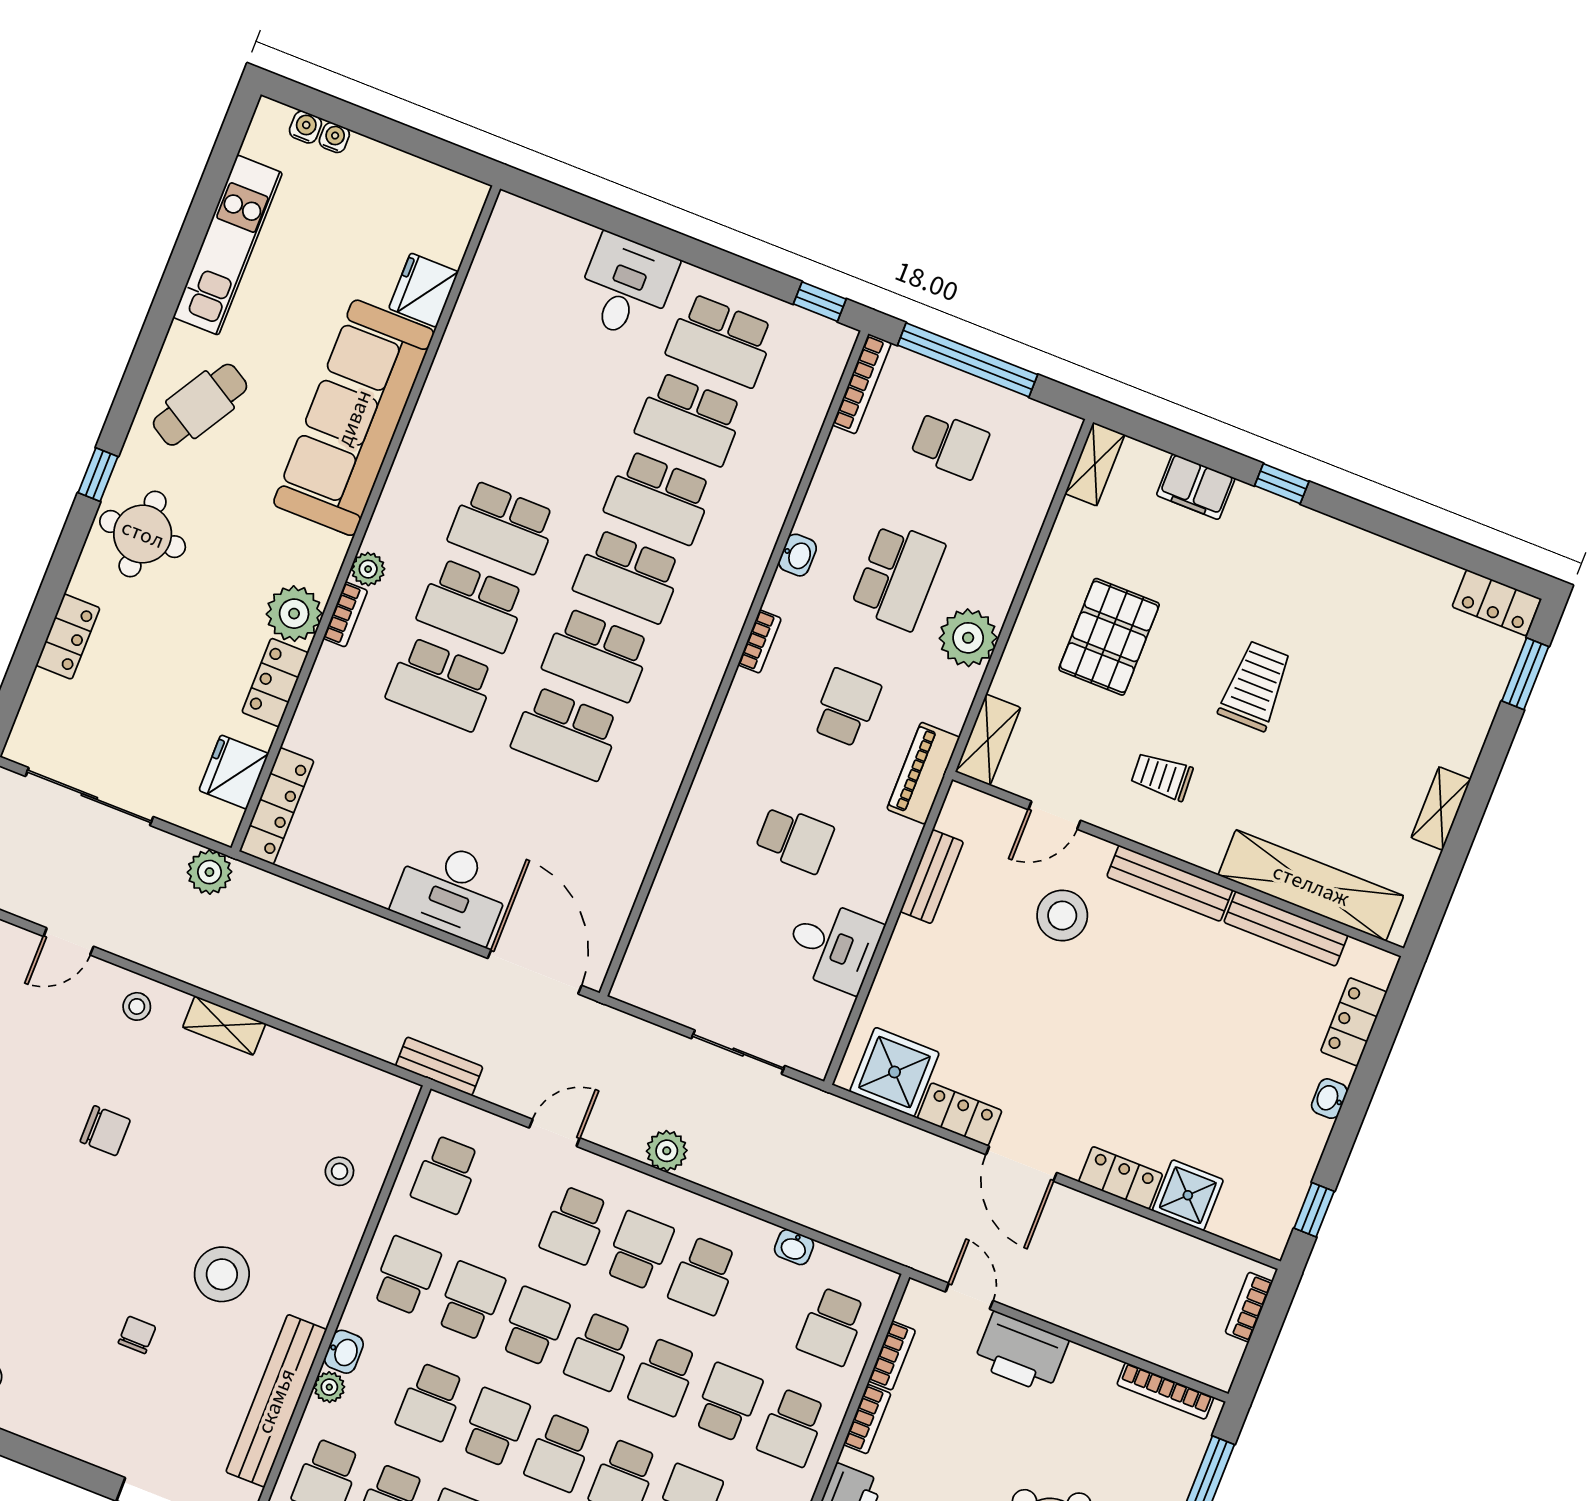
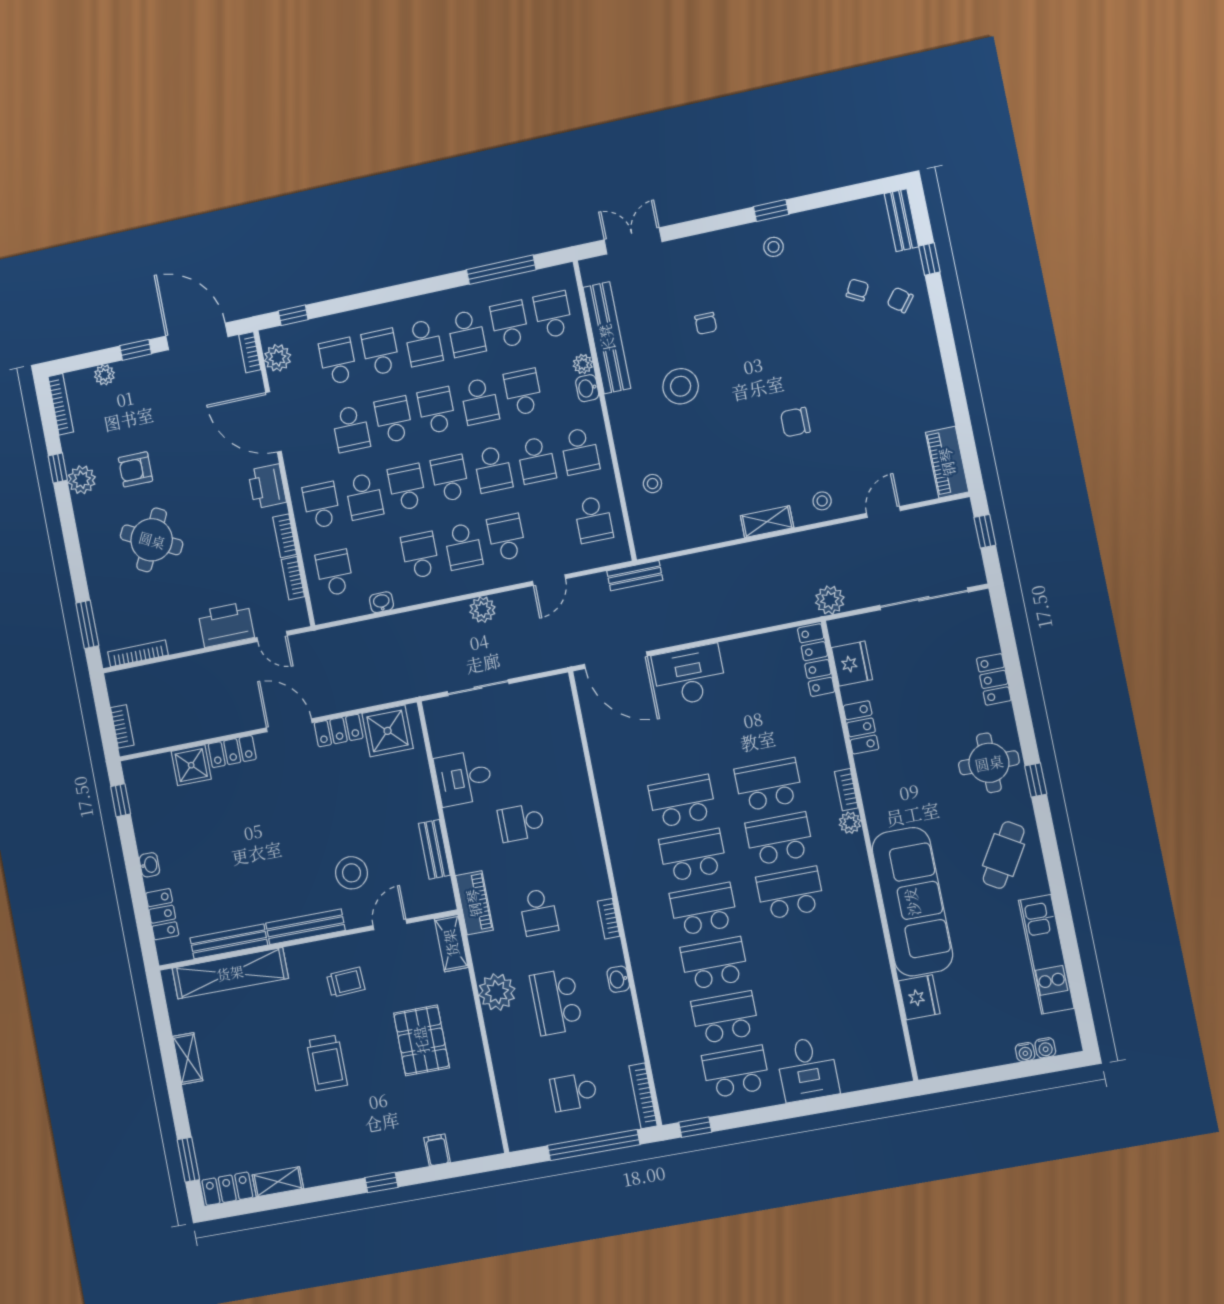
shelving: (1095, 464) -> (278, 1182), moved, turned 90
filing cabinet: (1196, 487) -> (437, 1150), width x0.50
plant: (294, 614) -> (875, 772), removed
school desk: (446, 1174) -> (594, 519), turned 180

